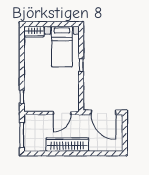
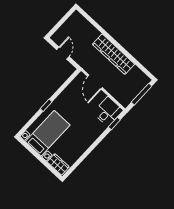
desk: (34, 101) -> (108, 112), added
door: (103, 112) -> (63, 53), width x0.53
door: (62, 113) -> (95, 82), swing flipped

